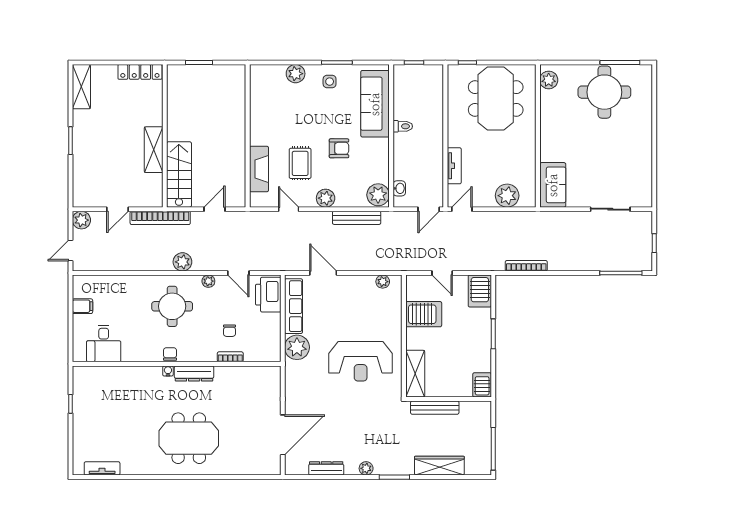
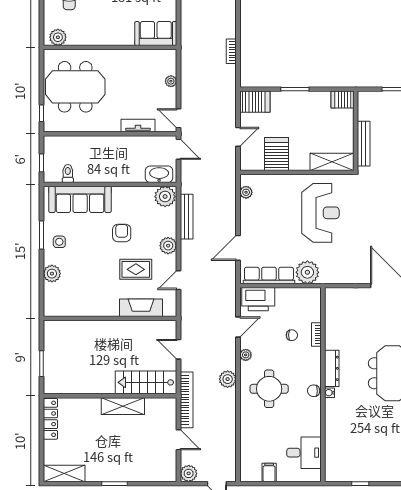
toilet: (403, 126) -> (68, 174), moved
washbasin: (399, 188) -> (159, 174), width x1.91, depth x1.45
plant: (507, 196) -> (171, 81), width x0.53, depth x0.53
bookcase: (526, 266) -> (231, 51), width x0.64

